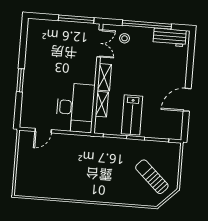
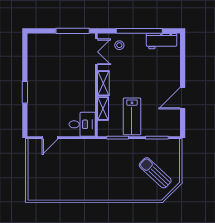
desk: (75, 108) -> (82, 124), width x0.53, depth x0.77

